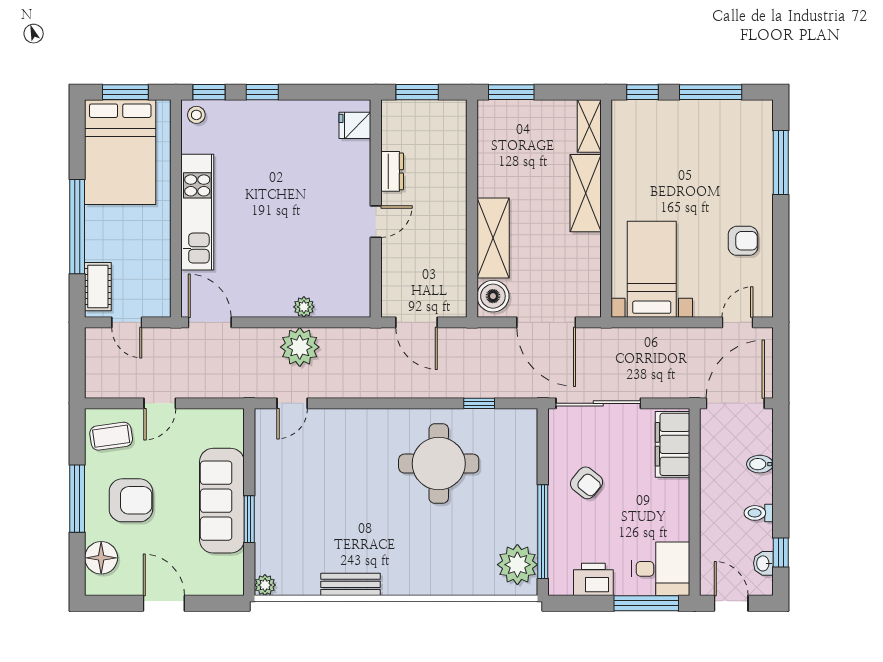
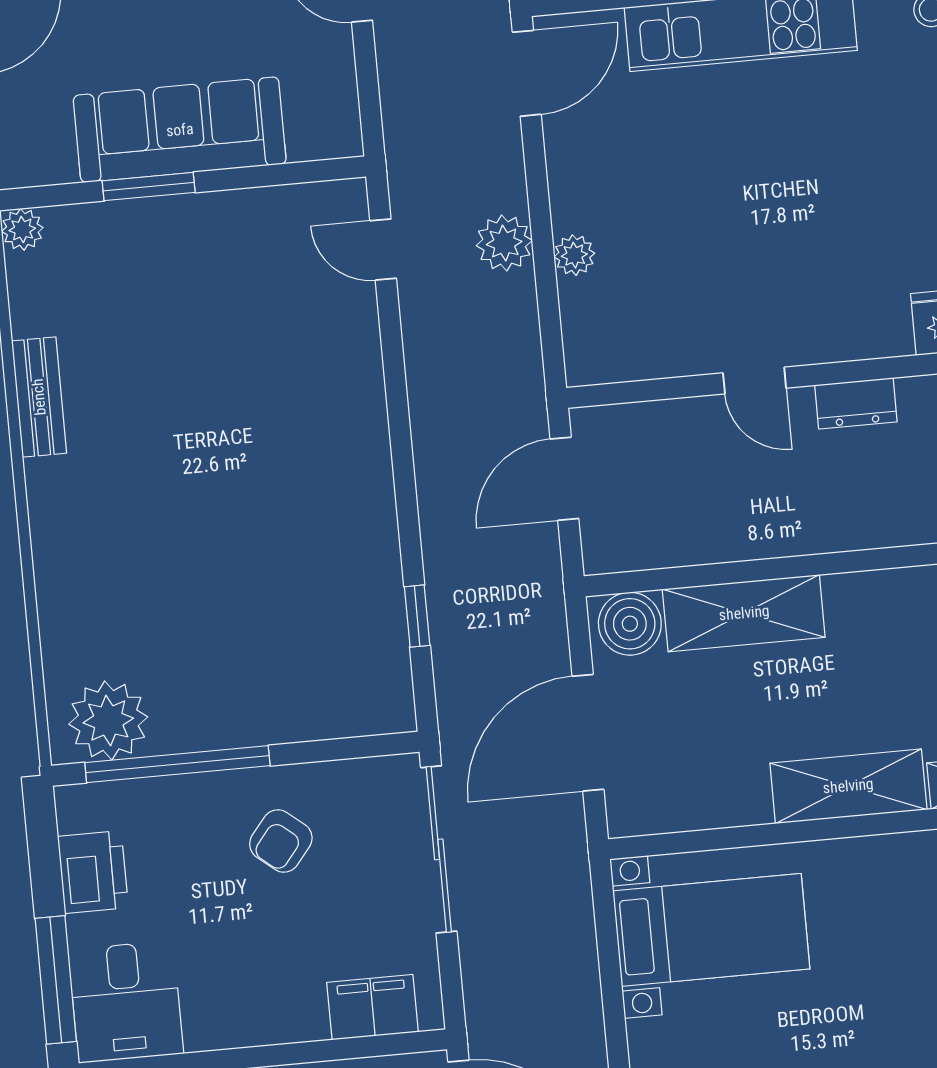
plant: (300, 347) -> (504, 243), width x0.73, depth x0.73
filing cabinet: (672, 444) -> (372, 1007), width x0.67, depth x0.86
round table: (439, 464) -> (292, 548), removed

